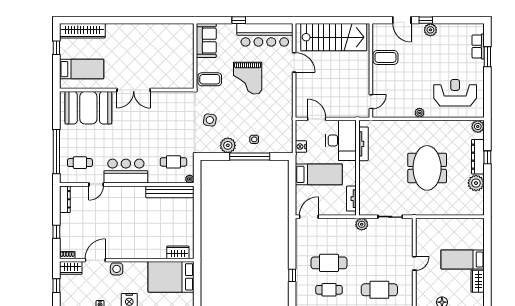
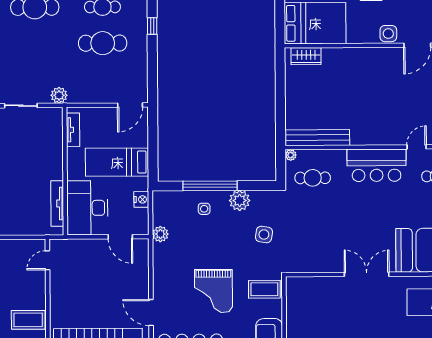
grand piano: (248, 78) -> (213, 291), turned 180
plant: (287, 121) -> (160, 234), added

